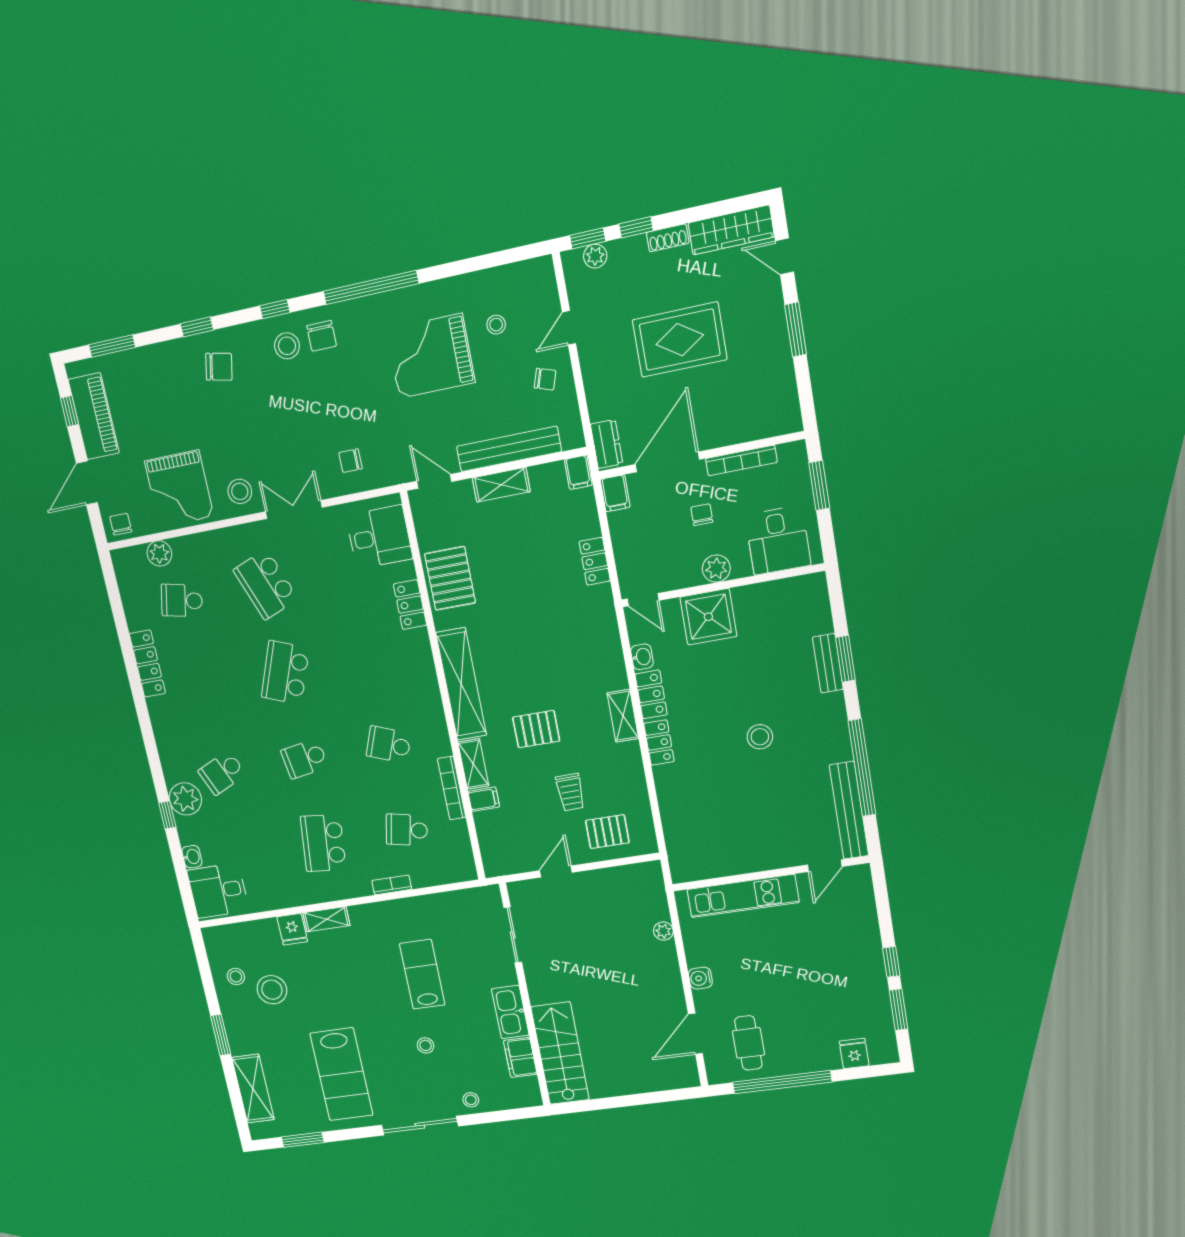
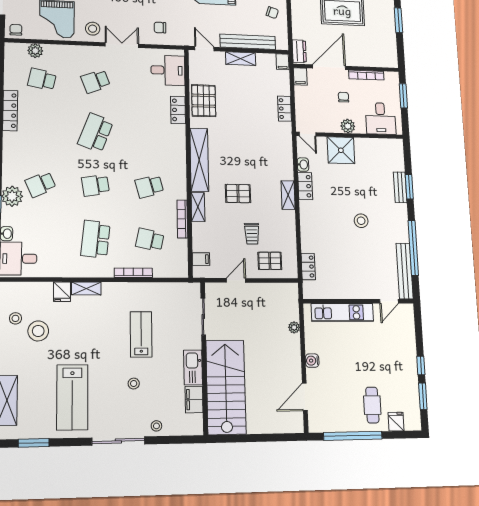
school desk: (266, 584) -> (96, 81), width x0.54
locker: (659, 743) -> (308, 267), moved
school desk: (389, 745) -> (149, 186), turned -36
filing cabinet: (484, 799) -> (201, 259), moved
bookcase: (392, 885) -> (133, 273), width x1.56
cafe table: (748, 1043) -> (372, 405), moved
stairs: (560, 1053) -> (226, 387), width x1.36, depth x1.51

